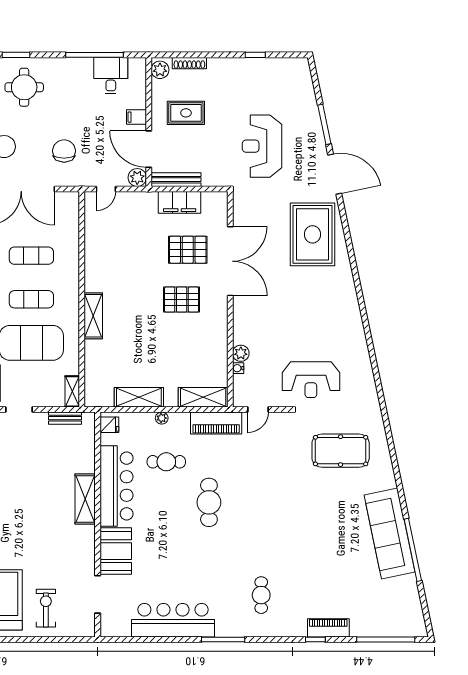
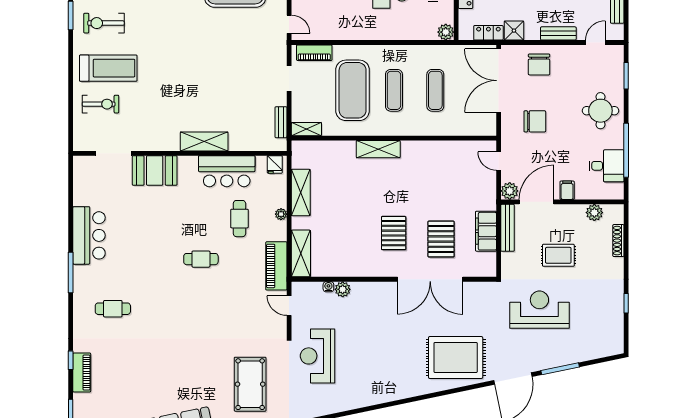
plant: (160, 70) -> (594, 213), moved
round table: (24, 87) -> (600, 111), moved
rug: (186, 113) -> (558, 255), moved, turned 90
bar counter: (116, 486) -> (227, 171), width x0.73
cafe table: (209, 502) -> (201, 259), width x0.73, depth x0.74
bar counter: (173, 620) -> (89, 235), width x0.73

